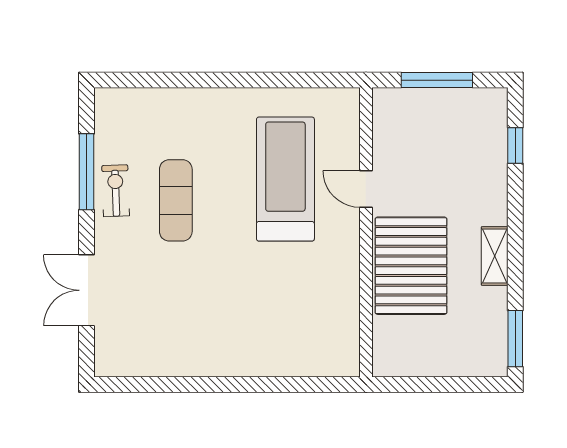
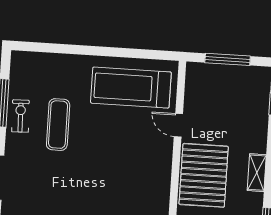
treadmill: (285, 179) -> (131, 88), moved, turned -90

